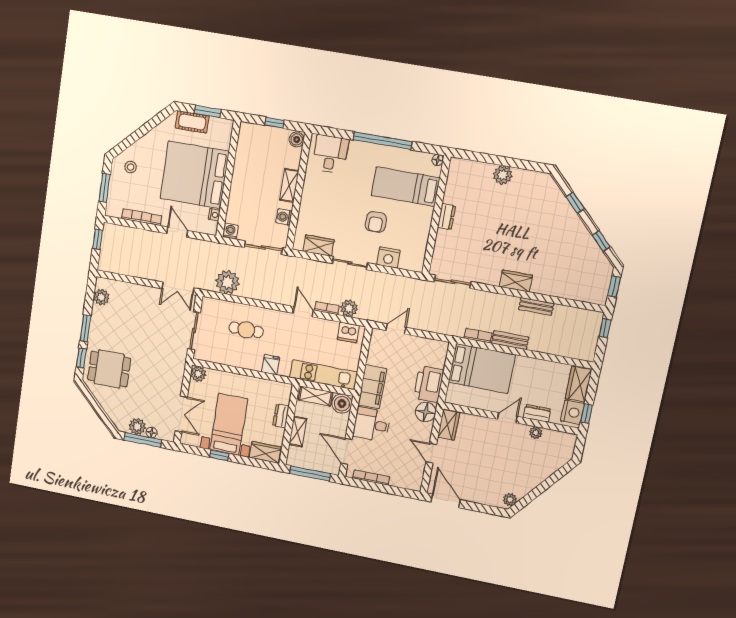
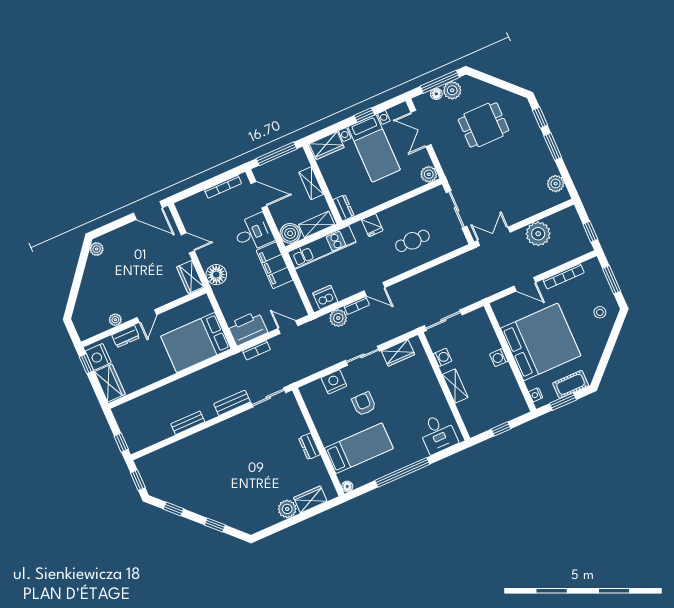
boiler: (297, 139) -> (474, 427), removed
nightstand: (214, 215) -> (536, 395), moved
washing machine: (230, 231) -> (499, 358), moved, turned 90
wardrobe: (516, 281) -> (310, 499), moved, turned 180
plant: (227, 282) -> (538, 234), moved
door: (396, 329) -> (288, 327), swing flipped
bookcase: (478, 336) -> (256, 350), moved
bench: (510, 340) -> (232, 403), moved
dining table: (109, 369) -> (484, 125), moved
printer: (429, 384) -> (248, 328), moved, turned -90
dresser: (281, 416) -> (344, 208), moved

